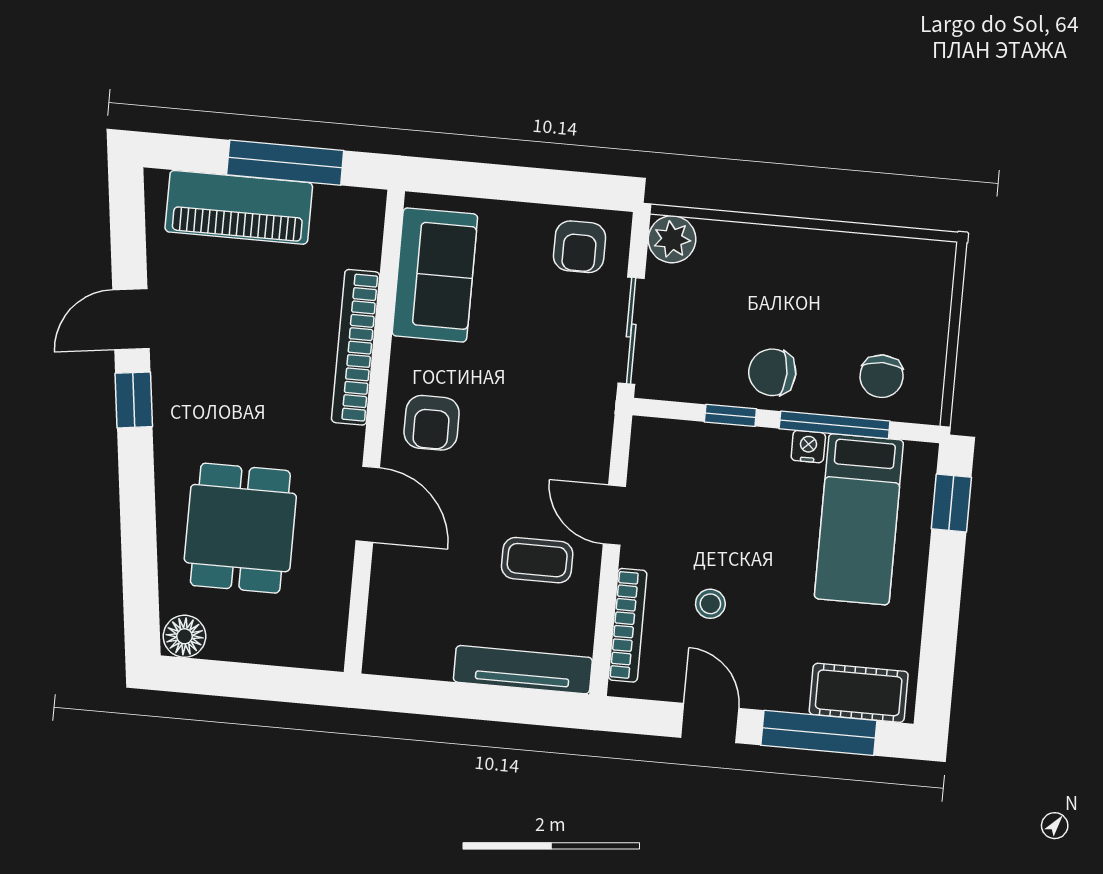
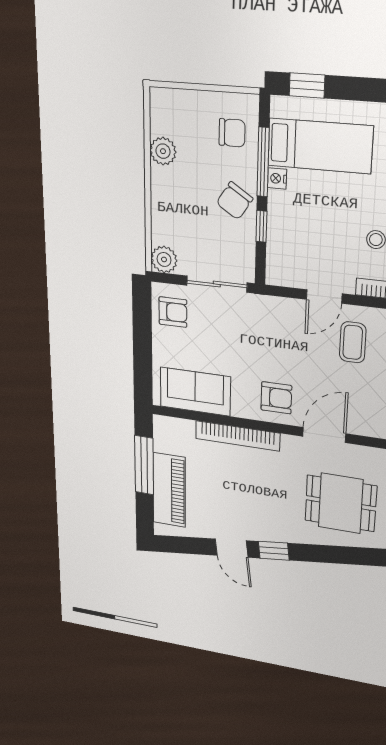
plant: (854, 255) -> (163, 151), added
chair: (772, 372) -> (235, 201), turned 33

